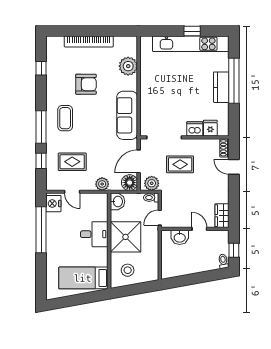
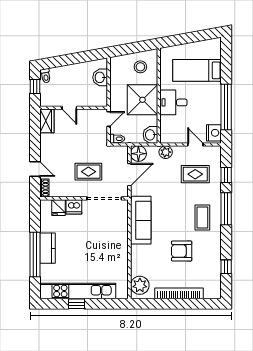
plant: (128, 66) -> (140, 285), moved
plant: (152, 183) -> (117, 153), removed
washbasin: (180, 237) -> (100, 77), moved, turned -90
bed: (83, 278) -> (197, 70), moved, turned 180

